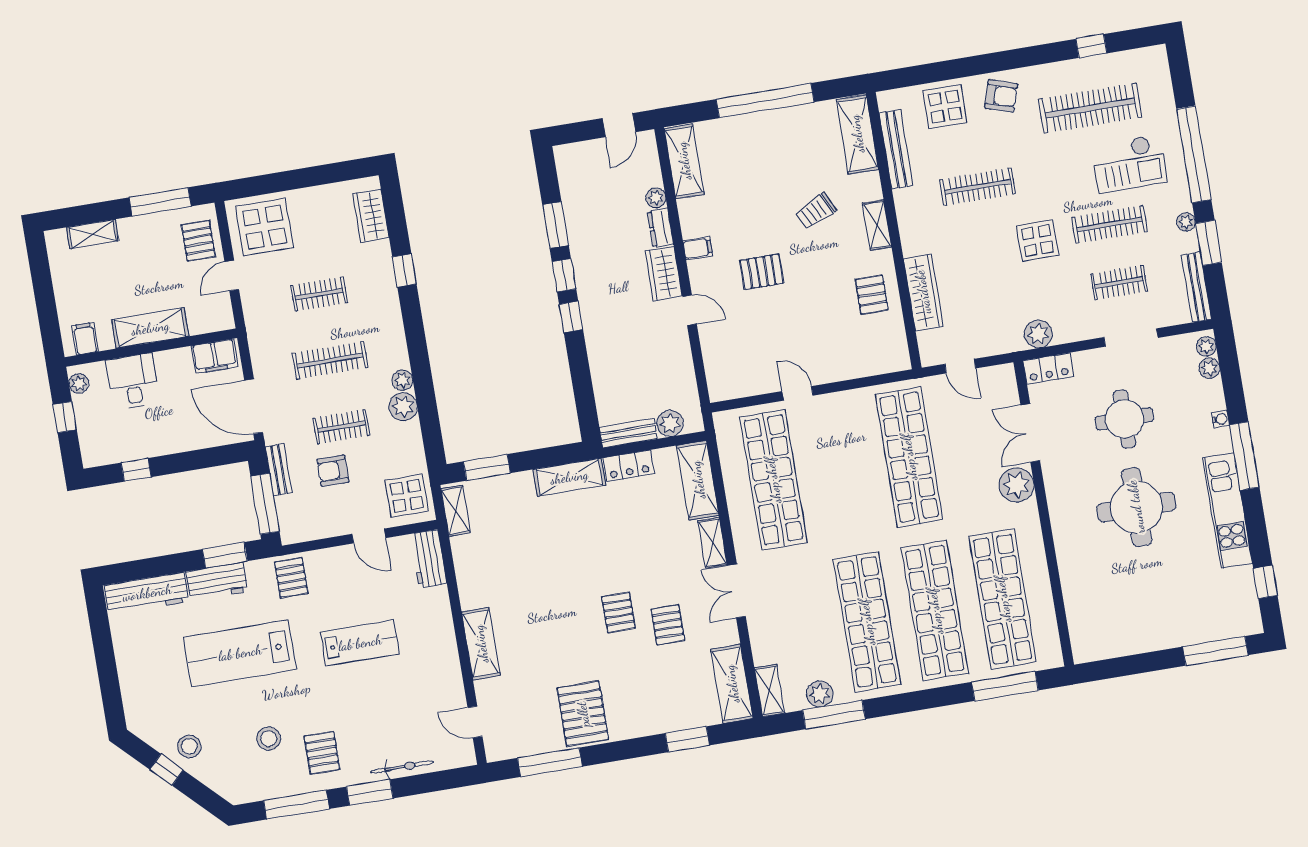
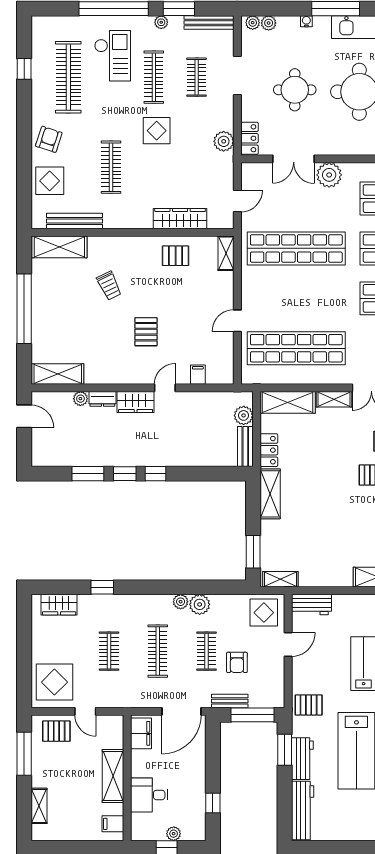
shelving: (877, 225) -> (226, 253), moved, turned 90
filing cabinet: (698, 248) -> (198, 375), moved
plant: (79, 383) -> (174, 834), moved

